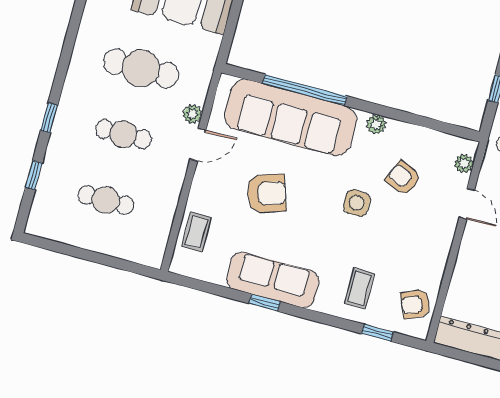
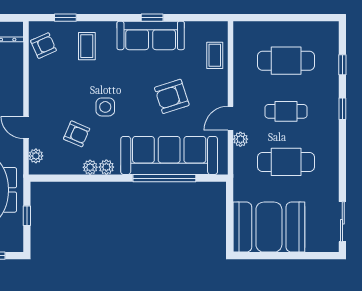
plant: (397, 130) -> (90, 167), added
cafe table: (106, 200) -> (286, 61), width x1.37, depth x1.35

